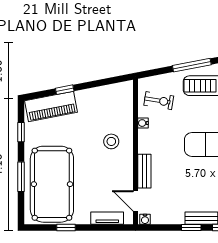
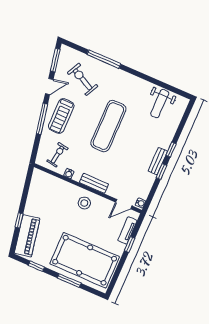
stool: (111, 141) -> (84, 203), moved
bench: (144, 171) -> (94, 183), moved
window: (66, 228) -> (130, 244), moved

